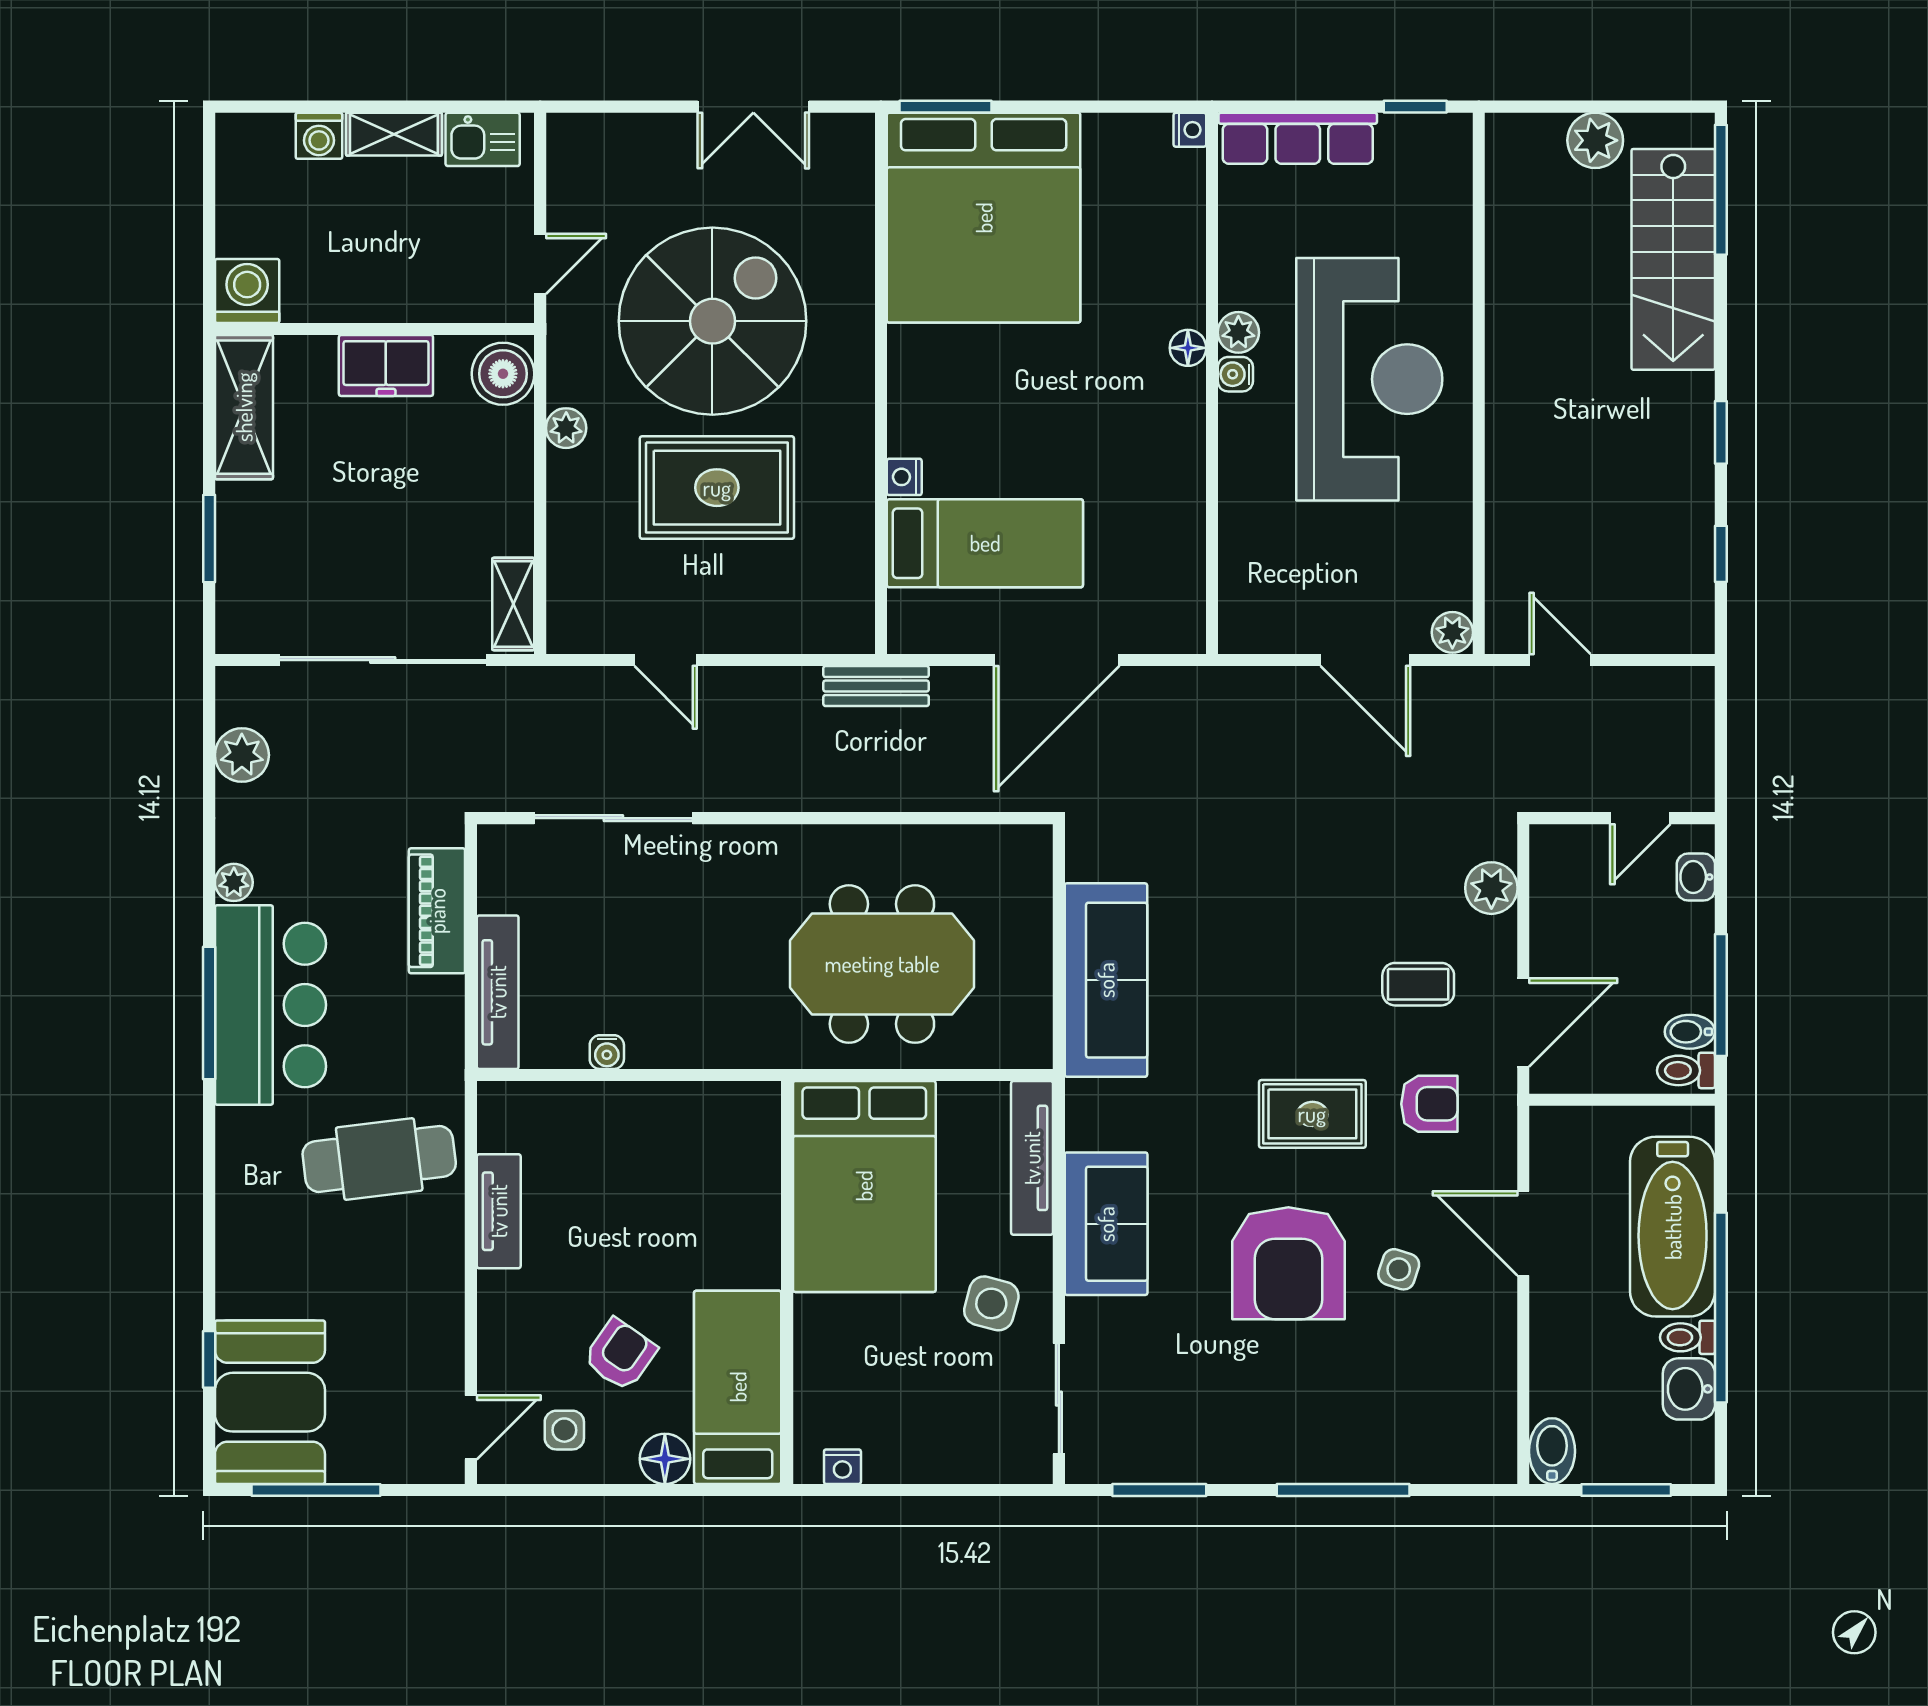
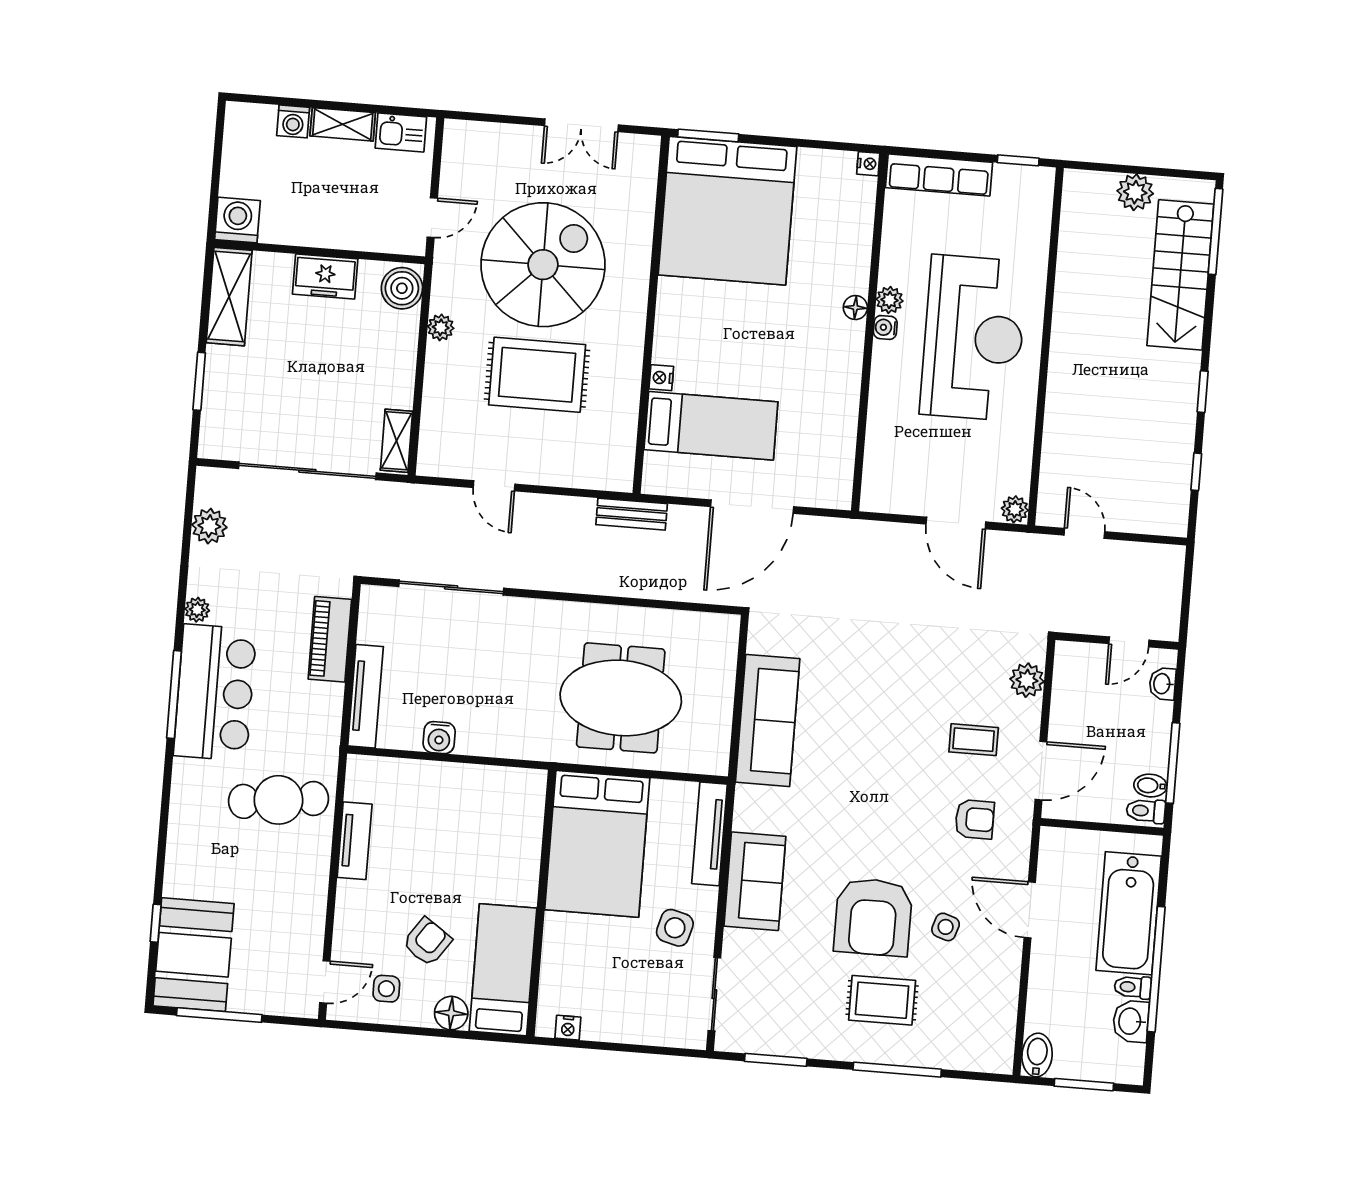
water cooler: (607, 1052) -> (439, 738), width x1.38, depth x1.38
rug: (1312, 1114) -> (882, 1000), moved

